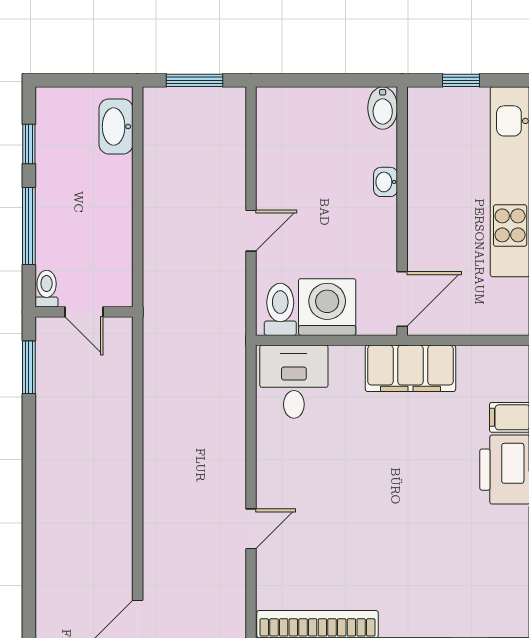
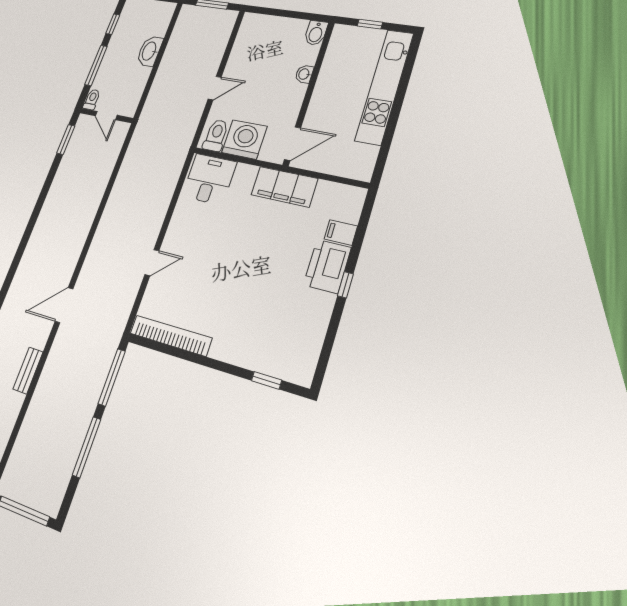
washbasin: (116, 126) -> (150, 51), moved

